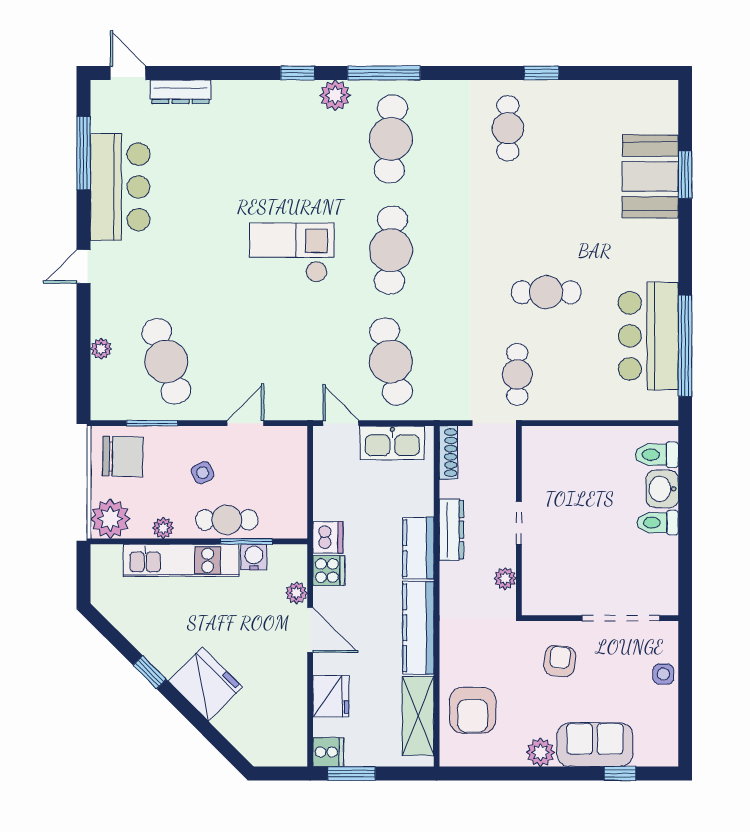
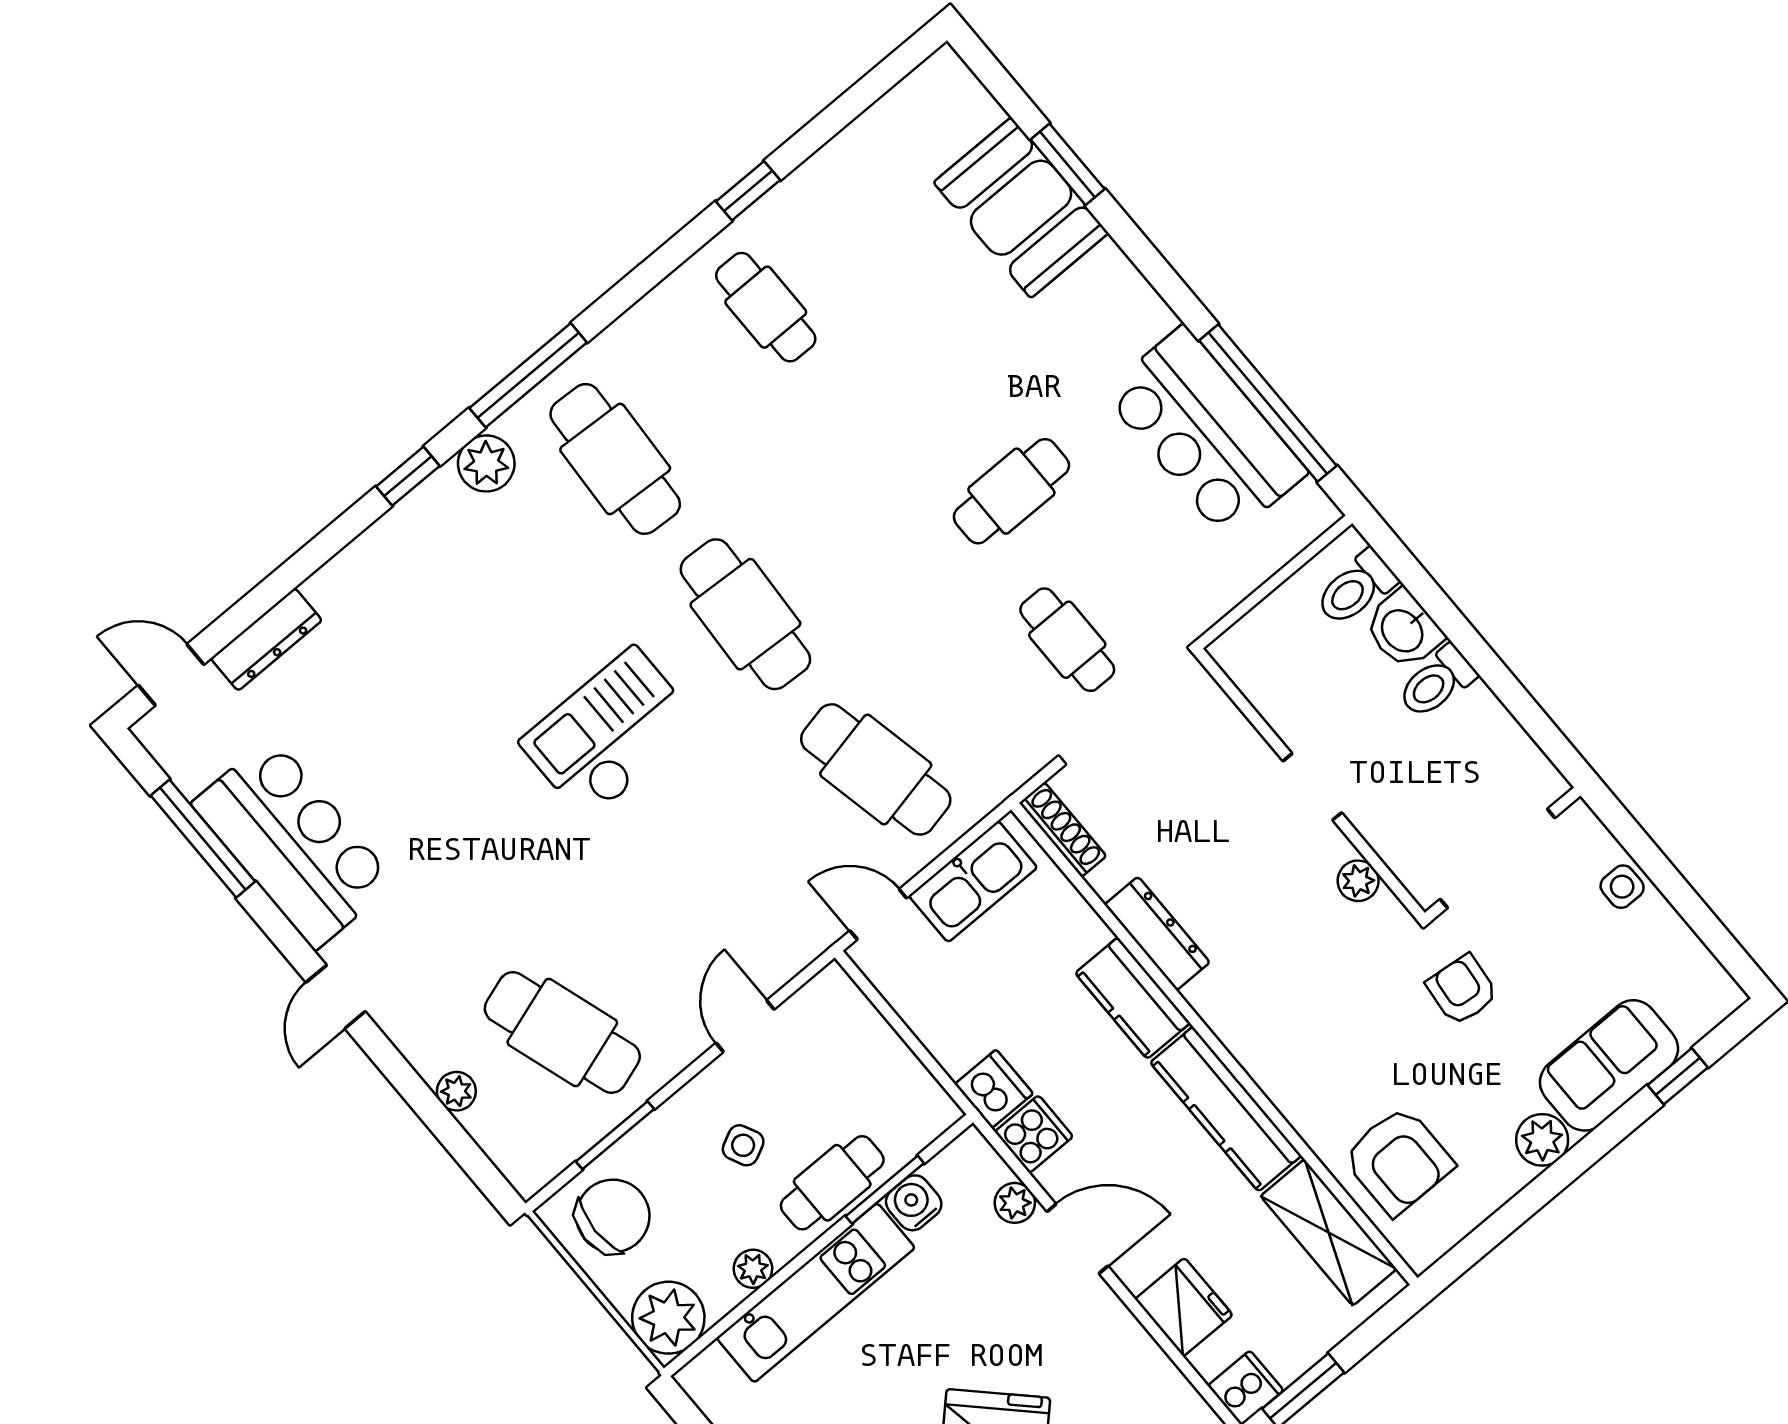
wall: (519, 521) -> (1310, 784), moved
doorway: (519, 523) -> (1312, 787), moved
plant: (505, 578) -> (1358, 881), moved

